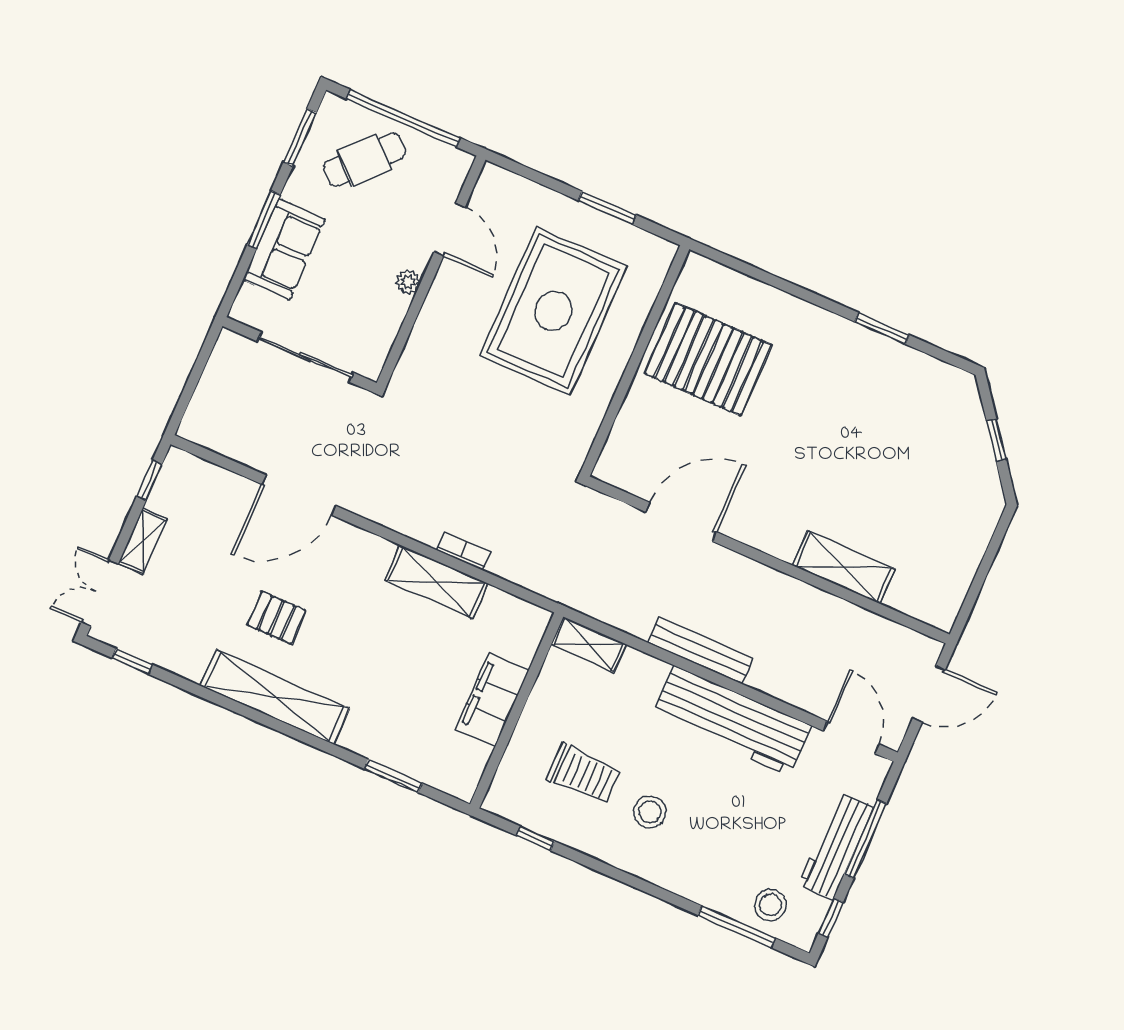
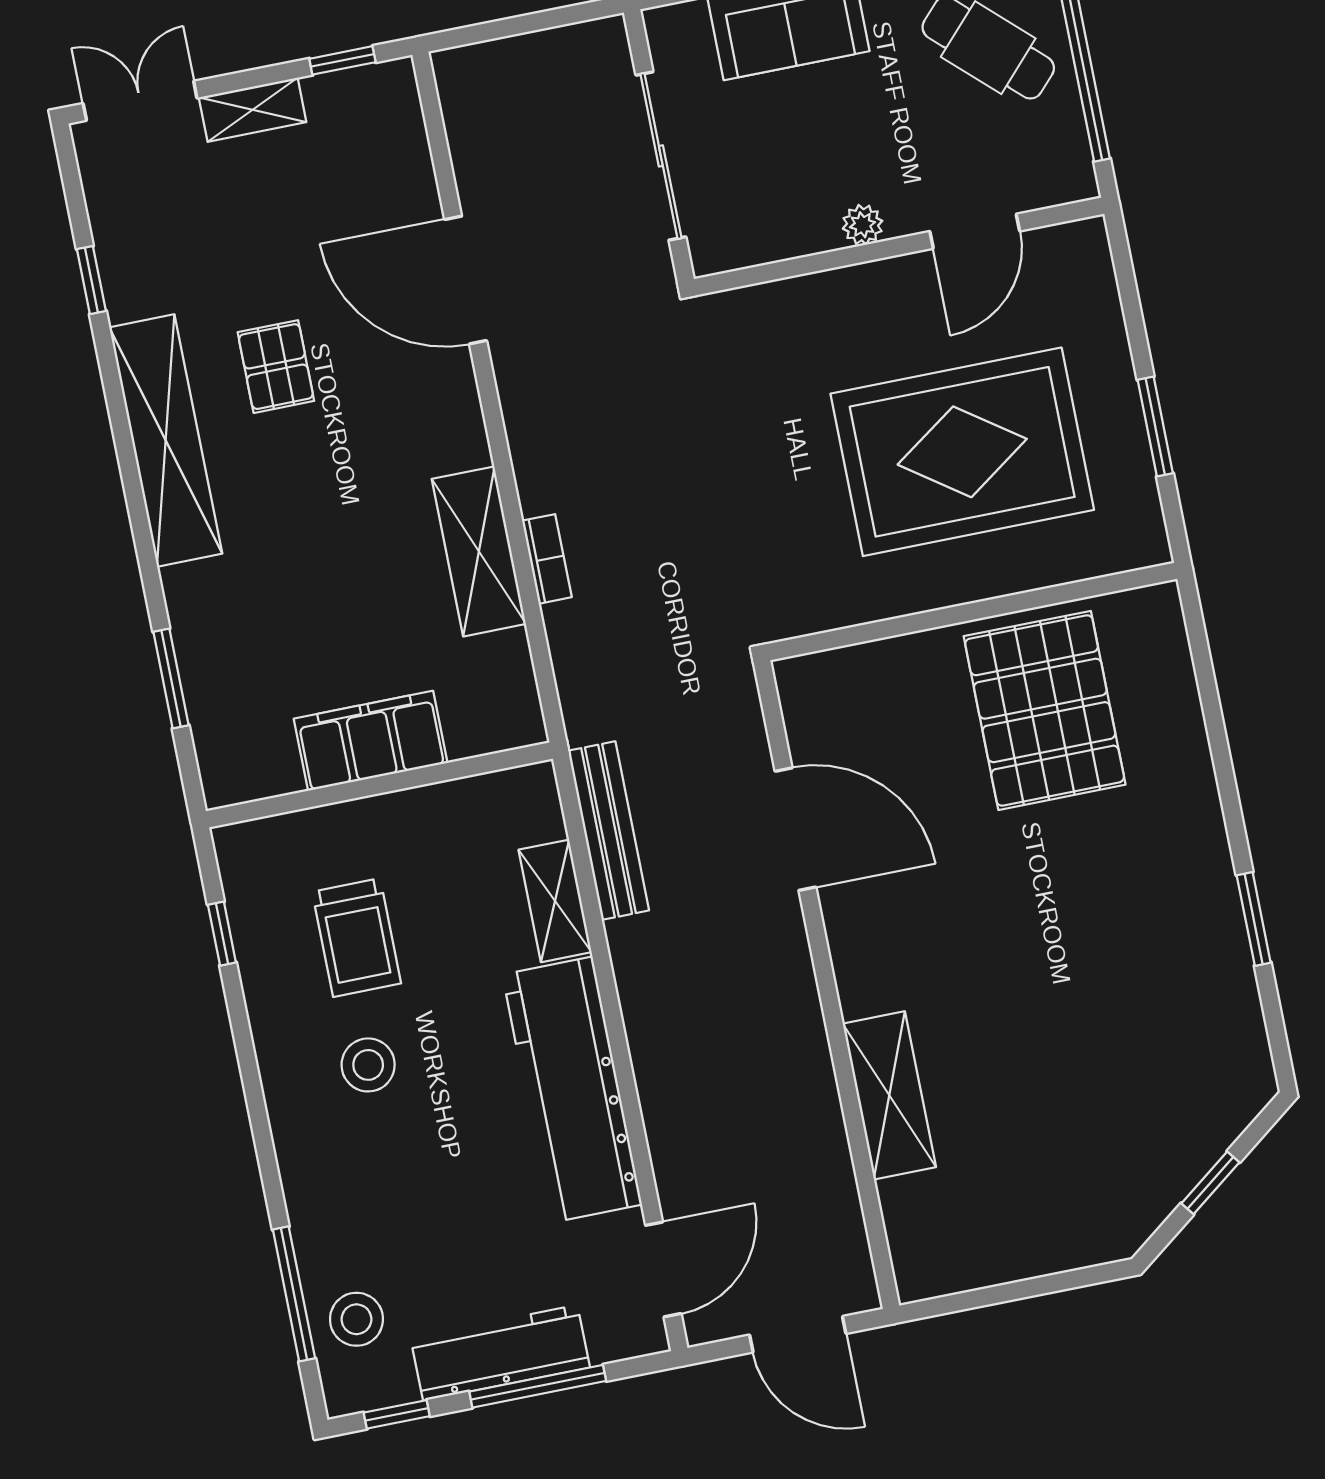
shelving: (588, 644) -> (555, 901), moved
bench: (701, 650) -> (609, 831), moved
window: (132, 661) -> (91, 280), moved

